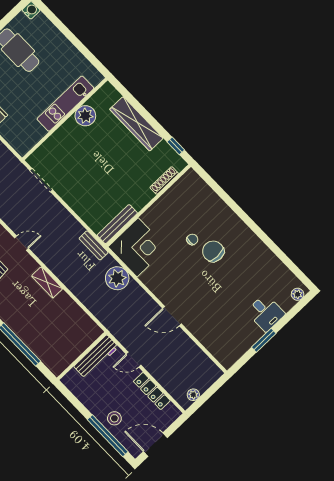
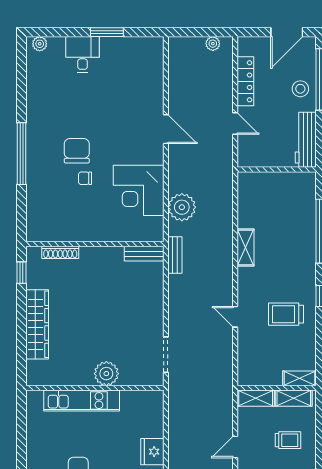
plant: (85, 116) -> (106, 374), moved
window: (245, 217) -> (22, 154), added
bench: (117, 224) -> (144, 254), width x0.73
corner desk: (138, 247) -> (139, 190), moved, turned -90
chair: (213, 251) -> (77, 151), turned 180
shelving: (47, 282) -> (246, 248), moved
workbench: (96, 357) -> (306, 140), moved, turned -90
door: (155, 445) -> (287, 32), hinge flipped

